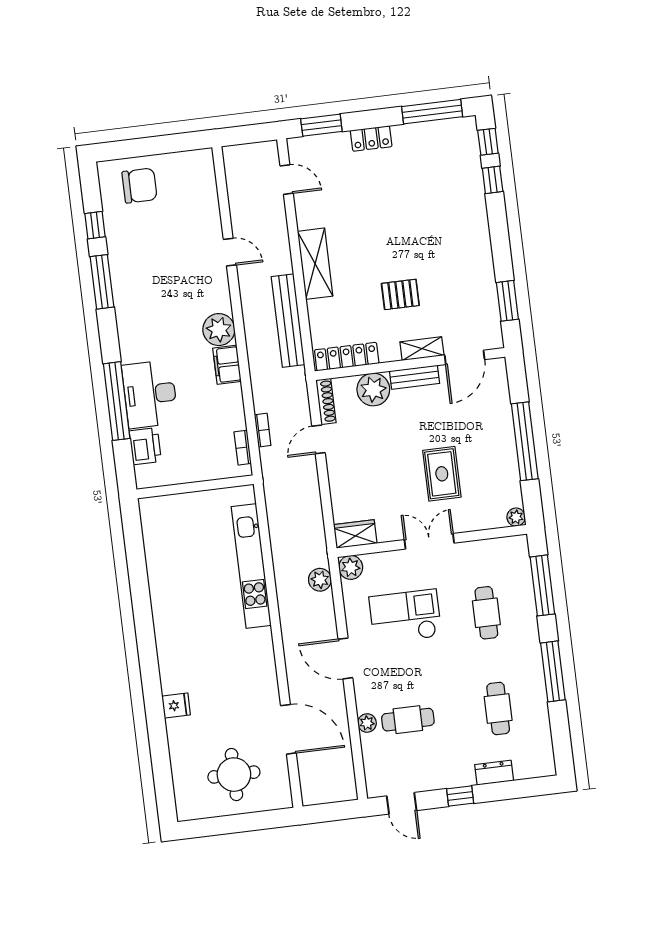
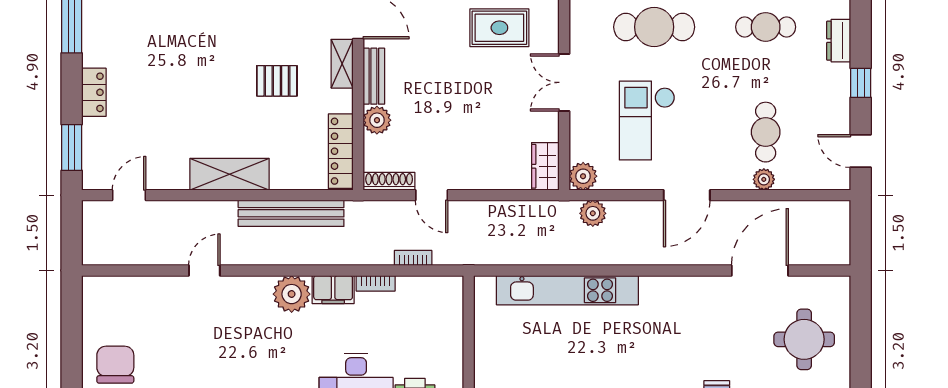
pallet: (400, 294) -> (277, 81), turned 90
plant: (373, 389) -> (377, 120), width x0.73, depth x0.73
bookcase: (243, 448) -> (376, 283), moved
rug: (442, 474) -> (499, 28), moved
cafe table: (486, 613) -> (654, 27), width x1.37, depth x1.35
door: (402, 803) -> (861, 151), swing flipped

